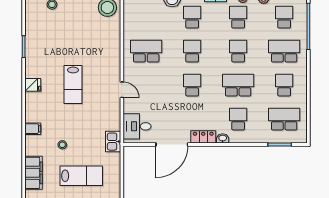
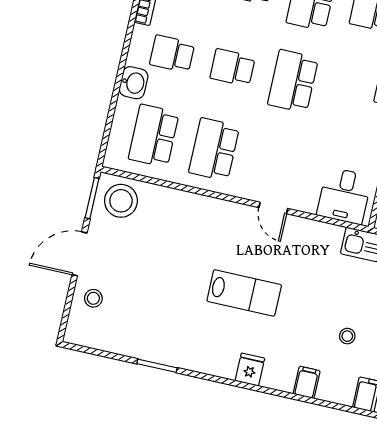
school desk: (146, 17) -> (154, 136), added
fridge: (33, 85) -> (250, 370), moved
school desk: (192, 85) -> (293, 81), width x1.85
door: (122, 90) -> (273, 208), swing flipped

